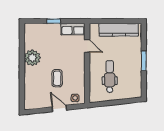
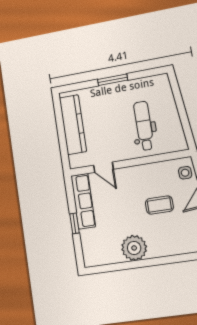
row of seats: (73, 29) -> (83, 201), width x1.48
door: (87, 46) -> (104, 167), swing flipped
dental chair: (110, 77) -> (144, 126), turned 90

